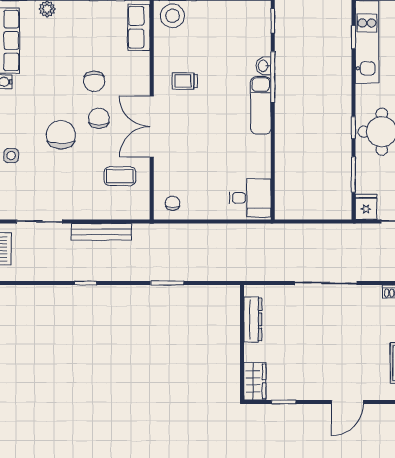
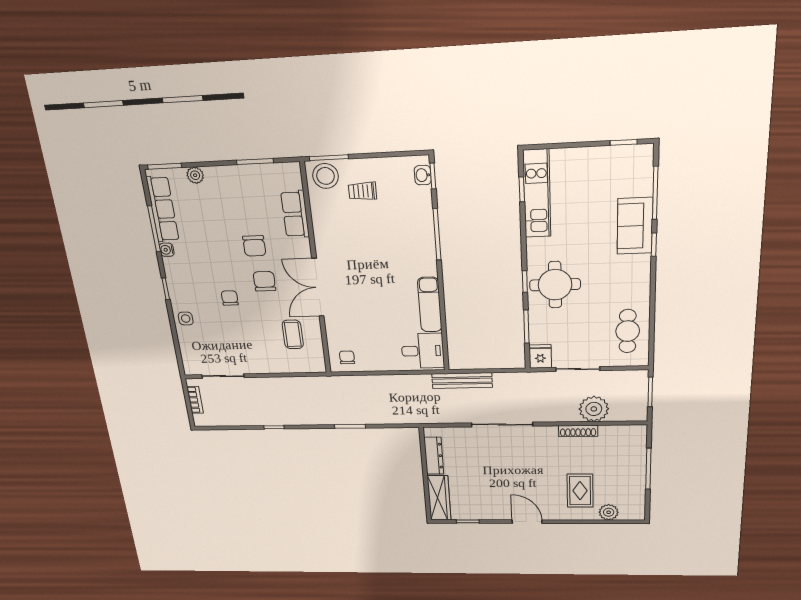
row of seats: (139, 27) -> (295, 214), moved
washbasin: (263, 66) -> (423, 175), moved
trolley: (185, 81) -> (362, 191), moved
exam couch: (261, 105) -> (430, 305), moved
chair: (61, 135) -> (230, 298), width x0.54, depth x0.54
coffee table: (120, 176) -> (293, 334), turned 90
bench: (101, 232) -> (462, 381), moved
wardrobe: (255, 381) -> (439, 498), width x1.50
door: (347, 402) -> (527, 522), swing flipped

